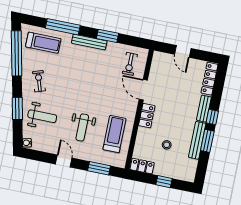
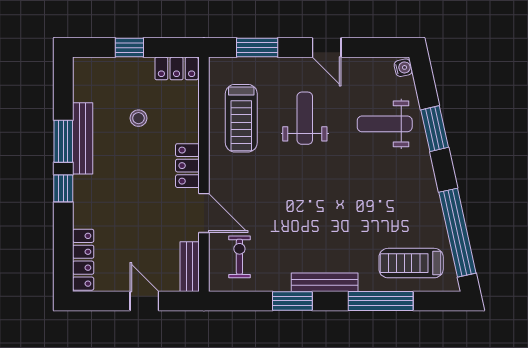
exercise bike: (39, 81) -> (404, 189), removed
bench: (204, 109) -> (190, 267), moved

